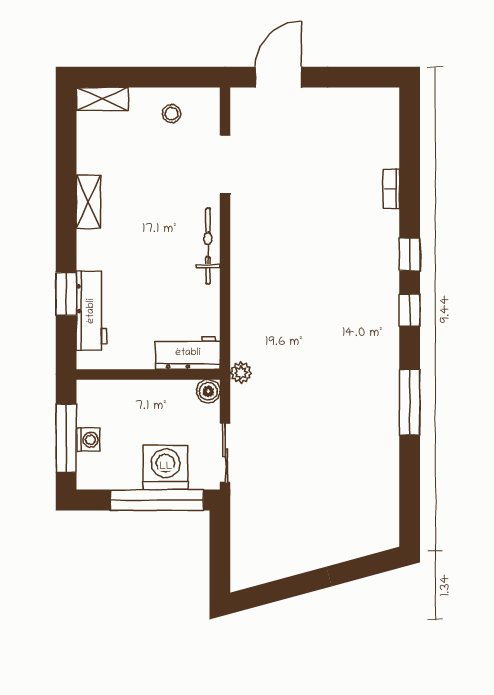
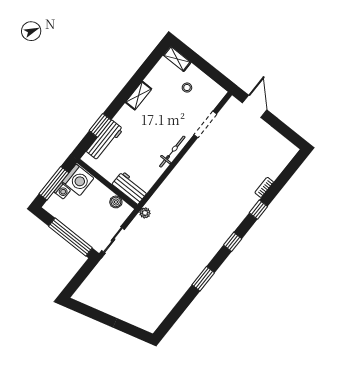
door: (279, 77) -> (255, 106), hinge flipped
stool: (172, 114) -> (187, 88), moved
window: (410, 254) -> (258, 210), moved
boiler: (208, 391) -> (116, 202), moved
window: (410, 402) -> (203, 279), width x0.69
washing machine: (166, 467) -> (78, 180), moved, turned 90

